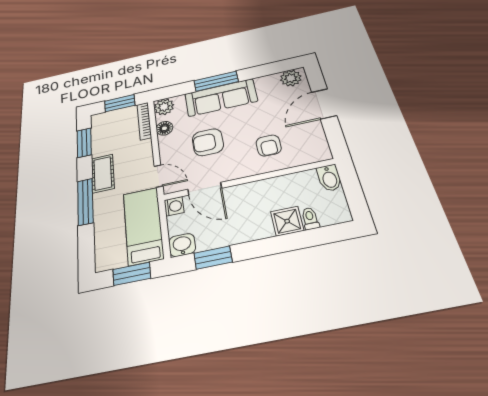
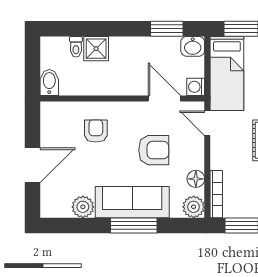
plant: (291, 78) -> (83, 207), moved

